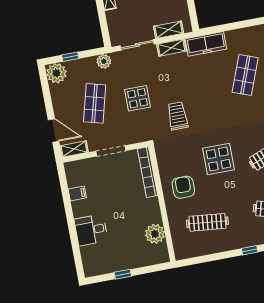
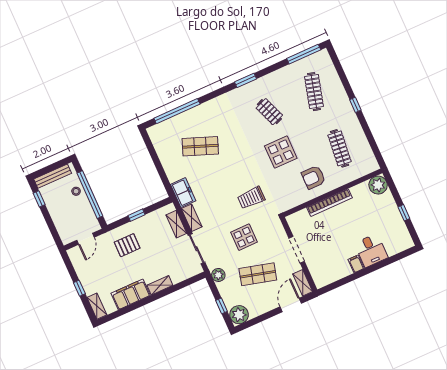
freezer: (206, 44) -> (183, 193), width x0.71
bookcase: (148, 172) -> (329, 203), moved
filing cabinet: (77, 193) -> (356, 264), moved
plant: (155, 234) -> (378, 185), moved

